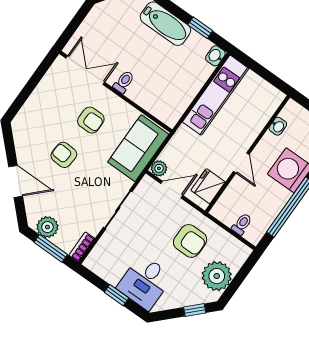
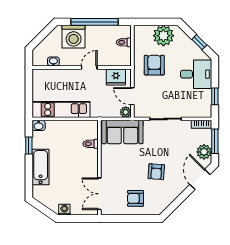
washing machine: (96, 16) -> (64, 210), added
toilet: (124, 82) -> (91, 144), moved
armchair: (91, 120) -> (136, 198), moved, turned -90
door: (16, 181) -> (200, 179), moved
window: (116, 295) -> (215, 96), moved
window: (195, 310) -> (199, 42), moved

